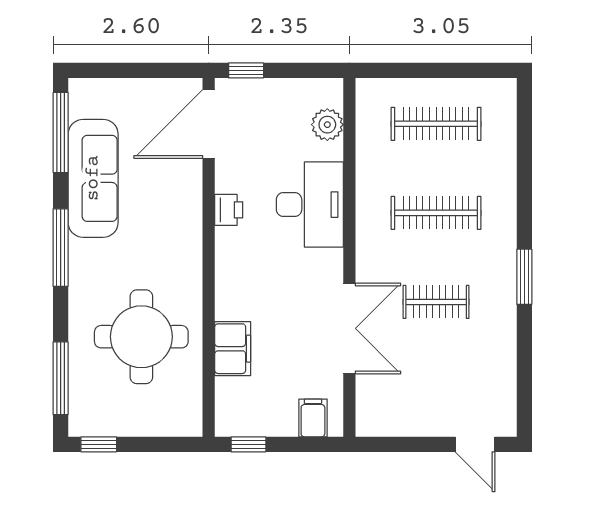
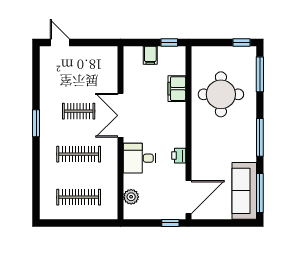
sofa: (93, 178) -> (244, 191), moved
desk: (310, 205) -> (140, 158), width x0.73
double door: (349, 328) -> (121, 115), moved
filing cabinet: (313, 418) -> (150, 55), moved

